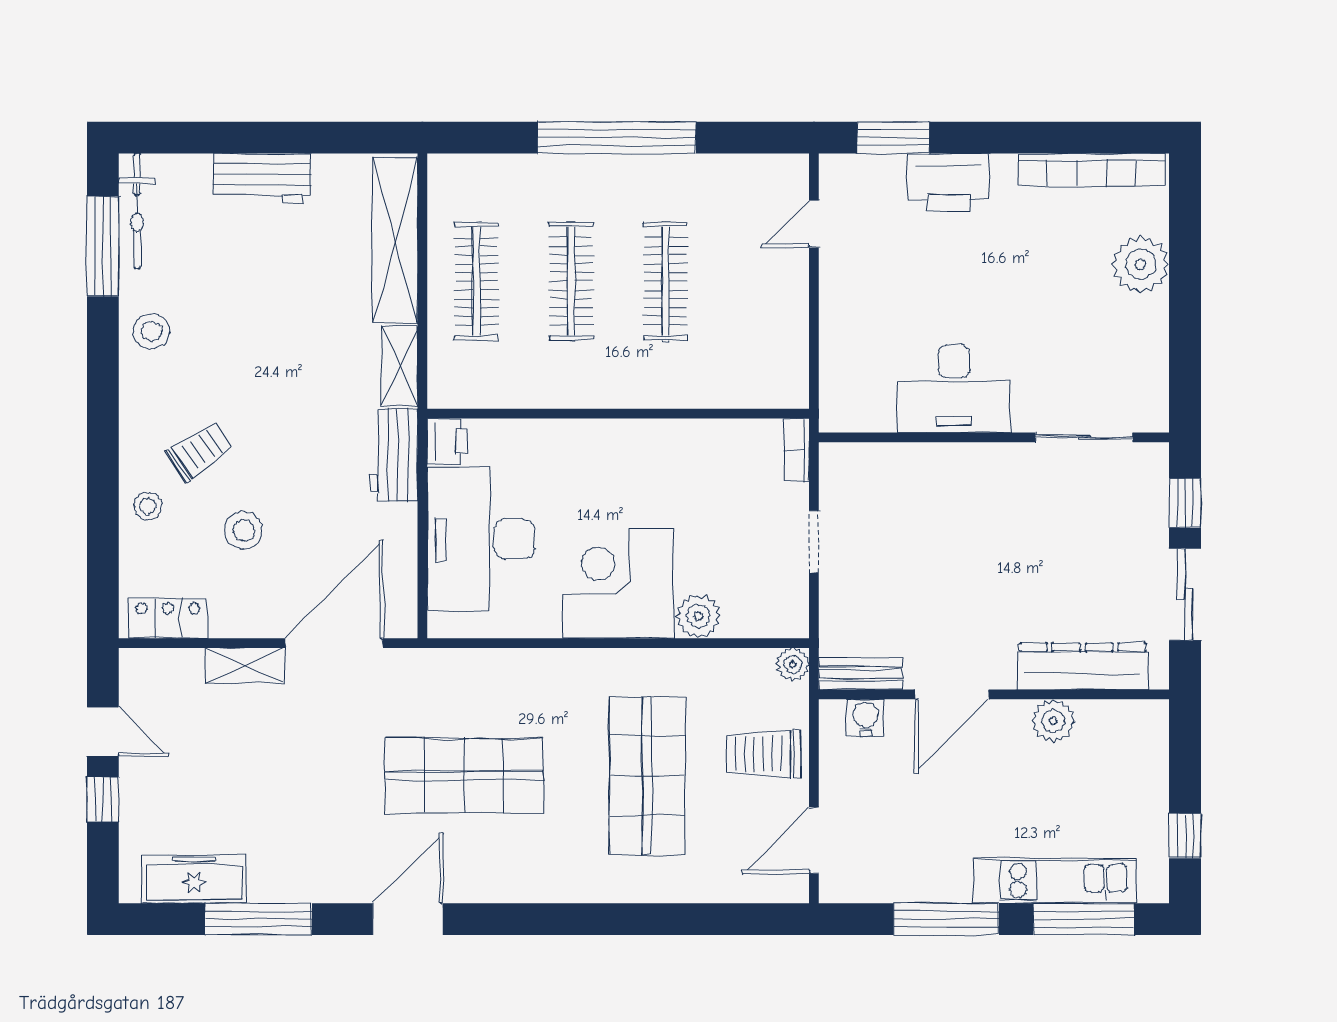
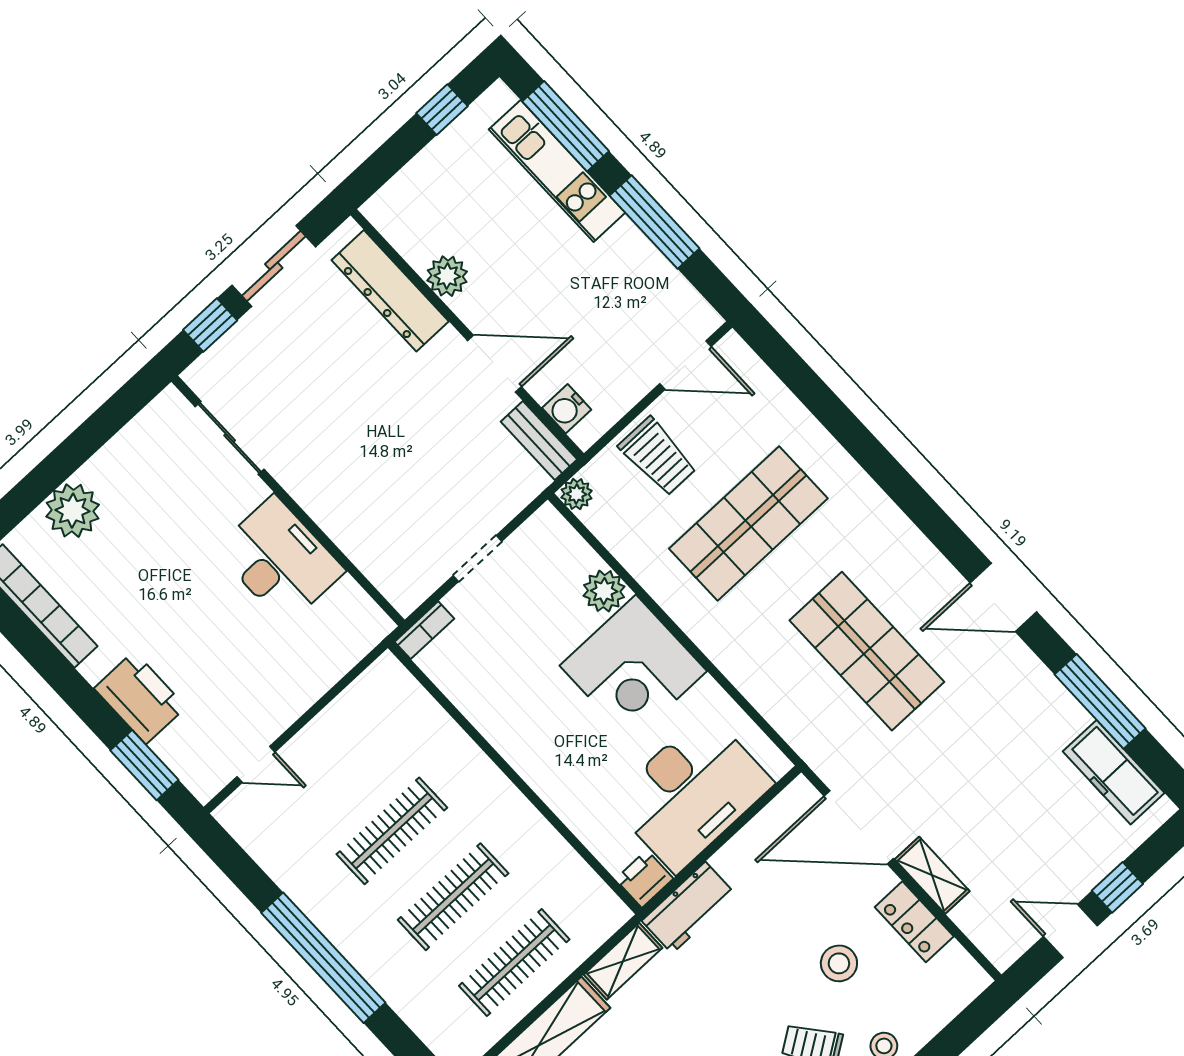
locker: (168, 618) -> (914, 922), moved
door: (103, 732) -> (1070, 931), hinge flipped

